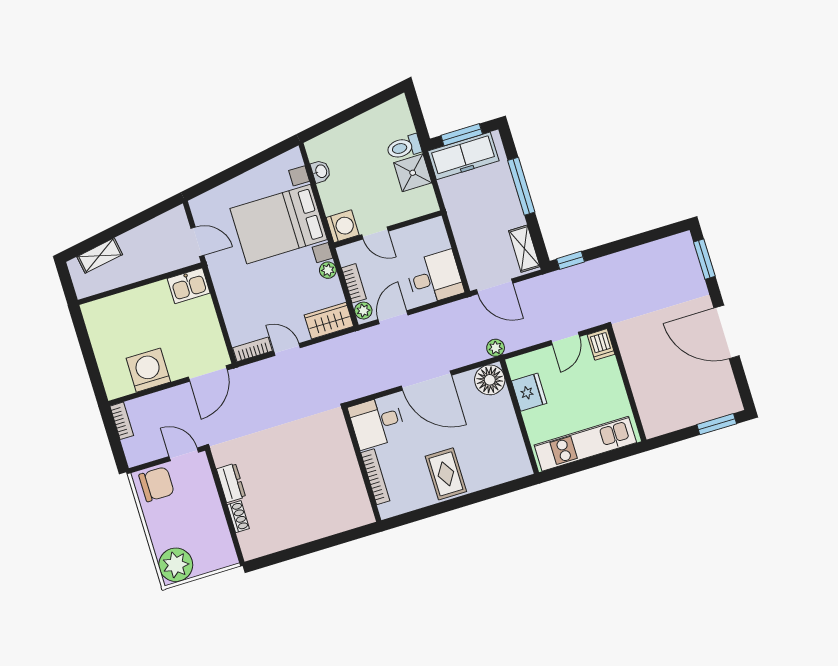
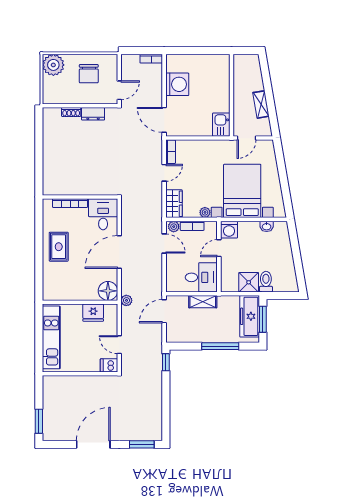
shelving: (524, 249) -> (203, 302), moved
shelving: (100, 256) -> (261, 104), moved
desk: (435, 278) -> (201, 277), moved, turned -90
rug: (446, 474) -> (59, 247), turned 90
chair: (157, 484) -> (89, 74), moved

